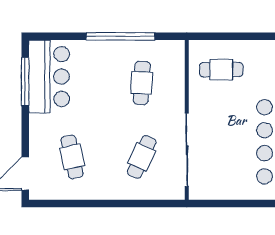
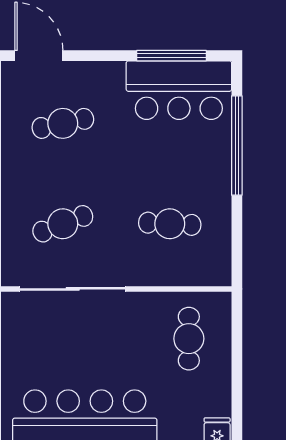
window: (121, 36) -> (237, 145), moved
cafe table: (142, 157) -> (63, 224), turned -45

